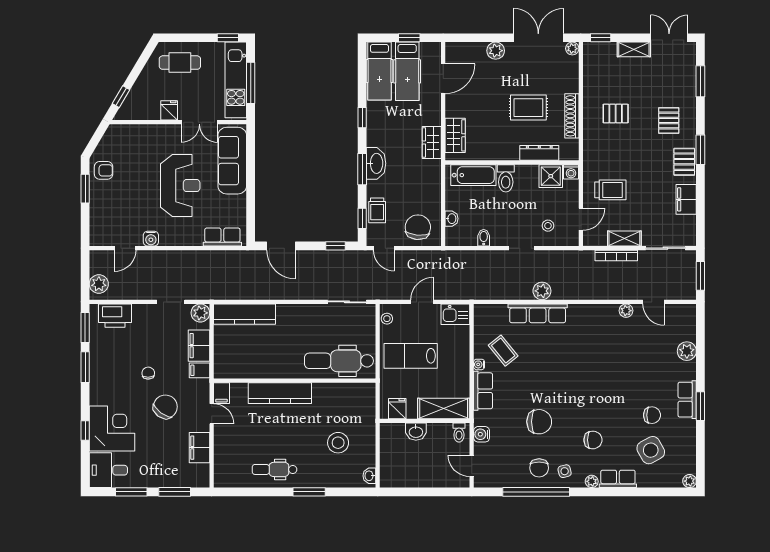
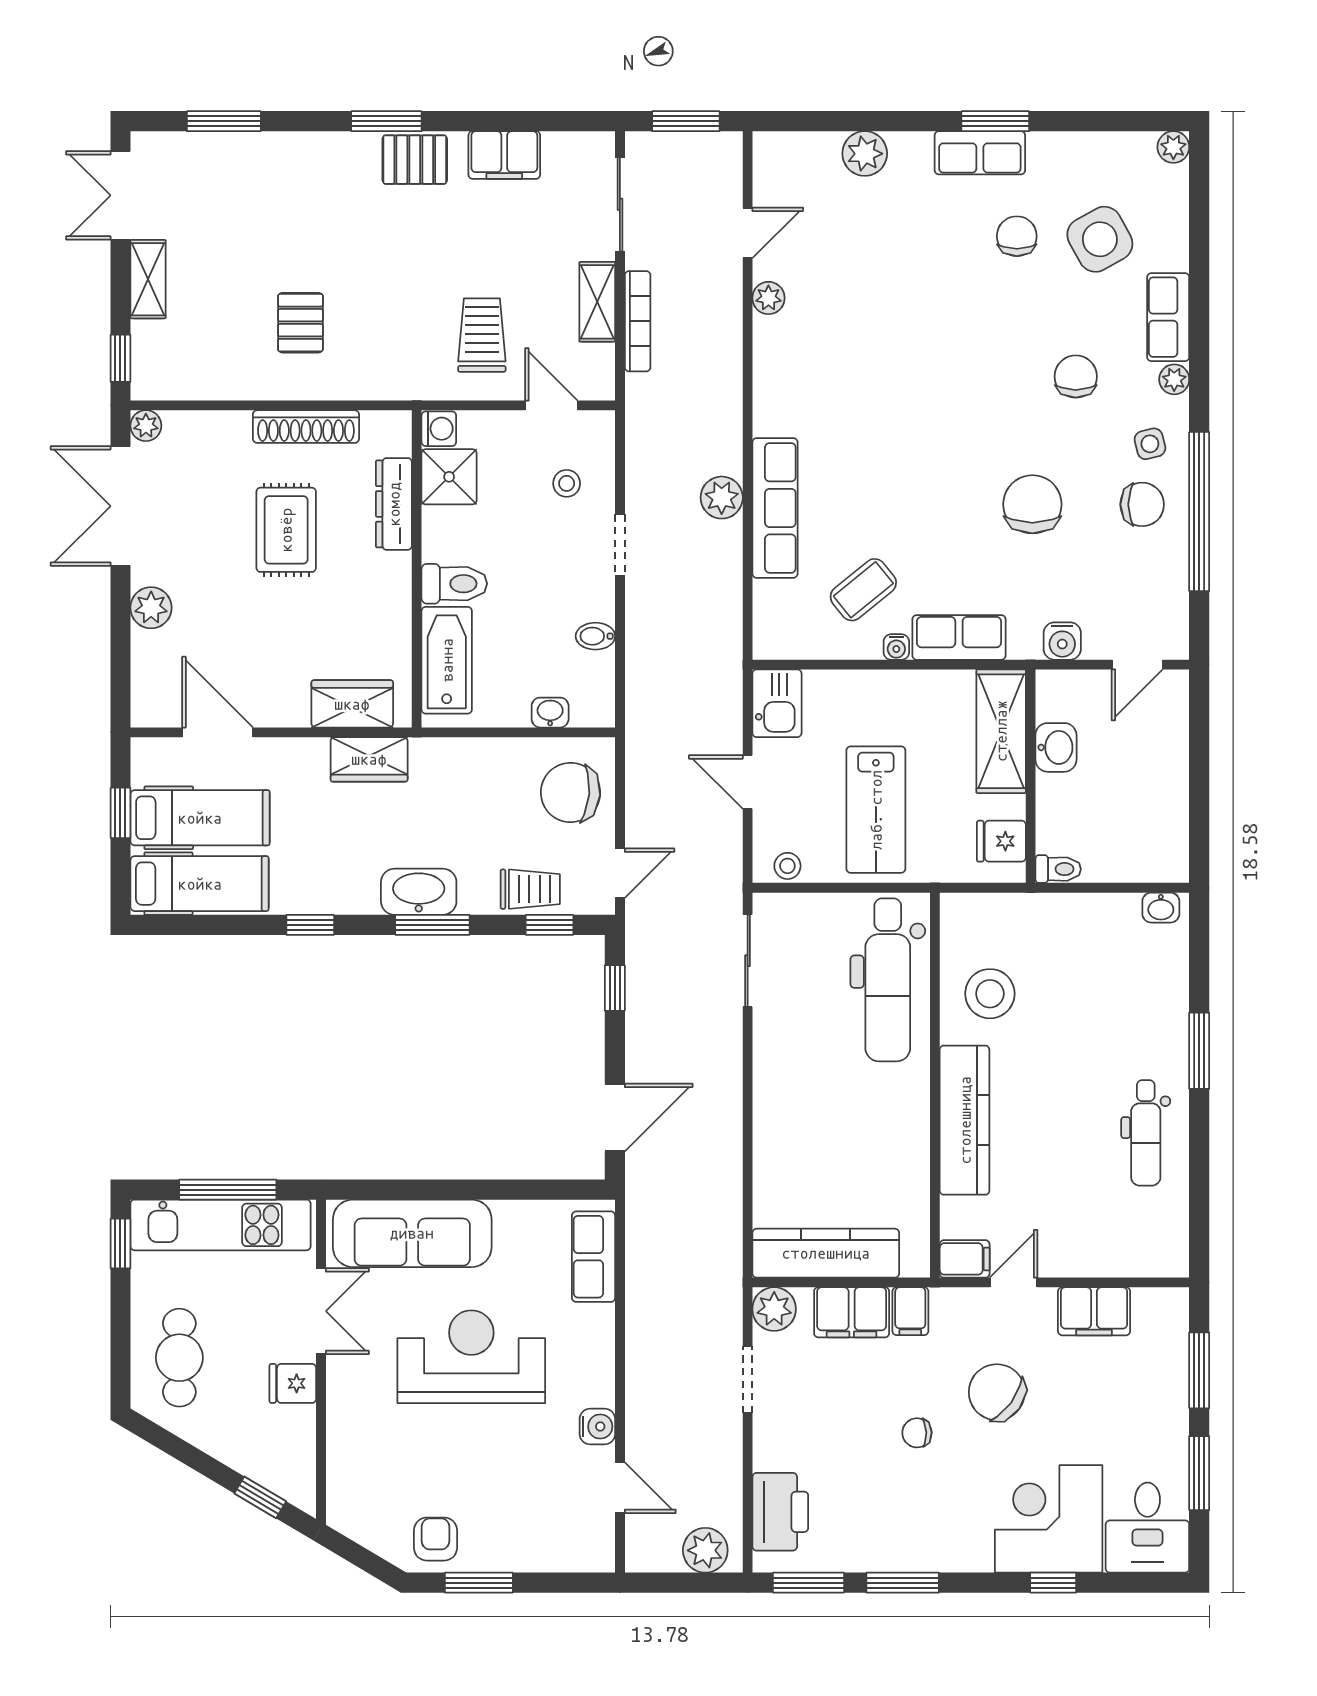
pallet: (669, 120) -> (317, 196), removed
kitchen counter: (244, 314) -> (826, 1253), moved, turned -90
washbasin: (416, 432) -> (1056, 747), moved
toilet: (459, 433) -> (1058, 869), moved
stool: (338, 443) -> (990, 994), moved

